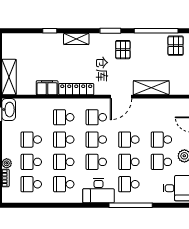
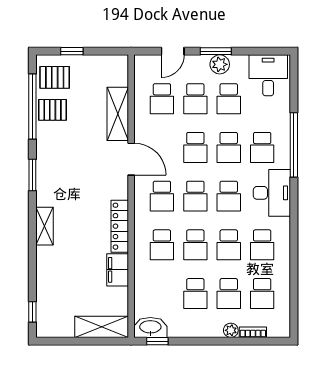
window: (50, 31) -> (32, 312), moved
pallet: (123, 50) -> (53, 110), moved
school desk: (161, 117) -> (162, 99), added

